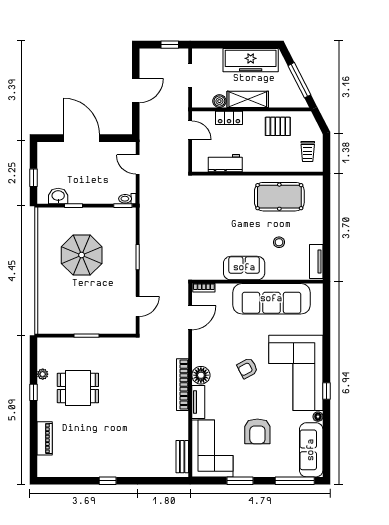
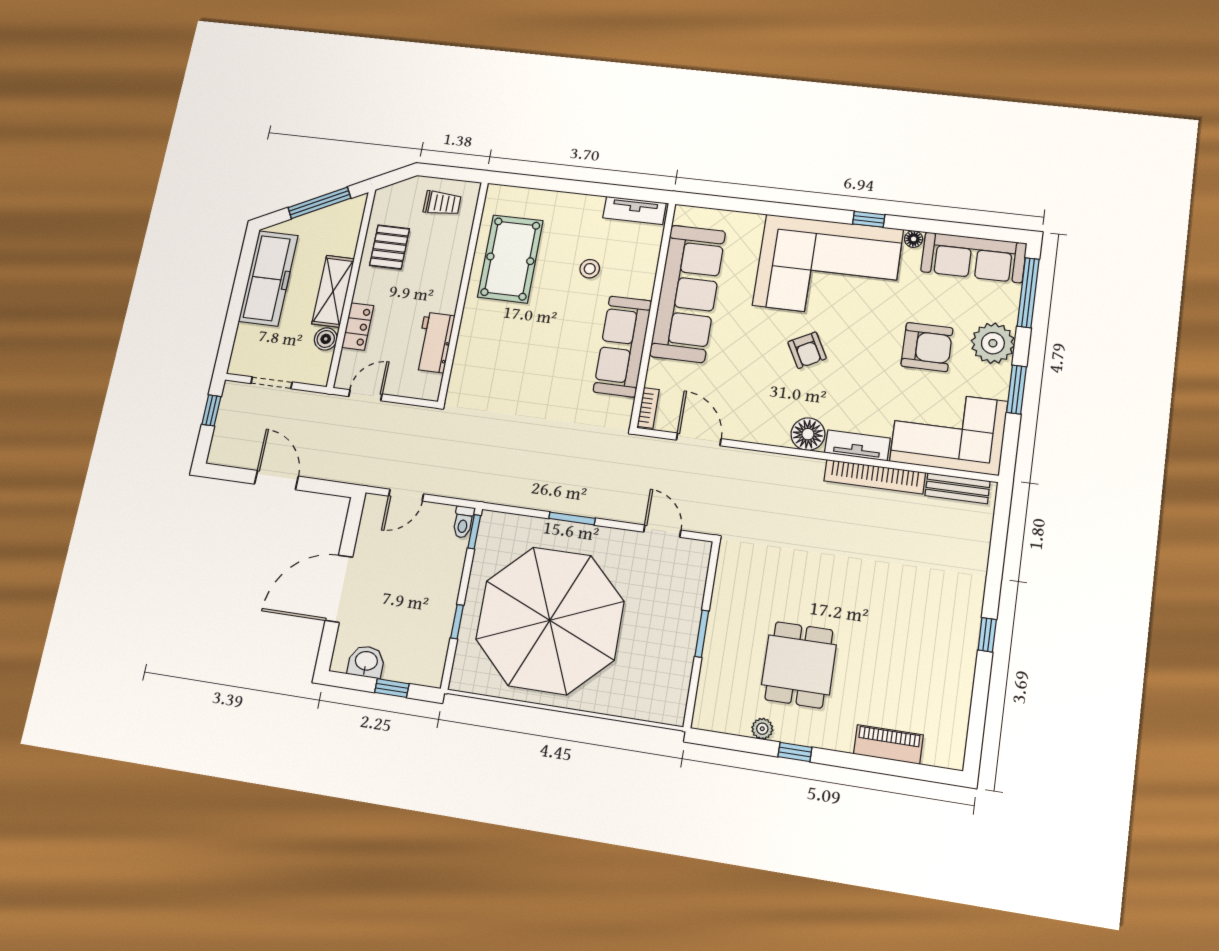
washbasin: (58, 196) -> (366, 662), moved, turned 90
parasol: (82, 255) -> (550, 620), width x1.86, depth x1.86
sofa: (244, 268) -> (623, 346), width x1.36
bookcase: (182, 385) -> (875, 477), moved
plant: (264, 466) -> (993, 343), added

